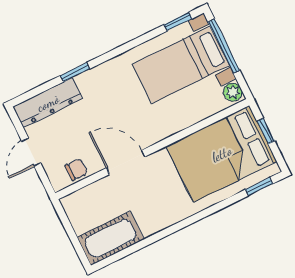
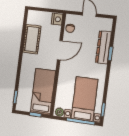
dresser: (48, 103) -> (103, 47), moved
bed: (222, 154) -> (43, 92), width x0.67
nightstand: (75, 203) -> (57, 19), added
cot: (111, 238) -> (32, 39), moved

